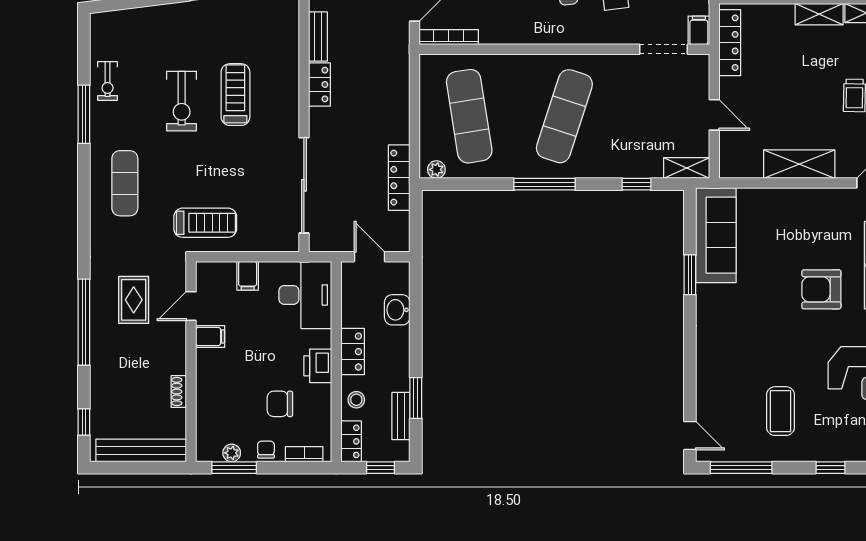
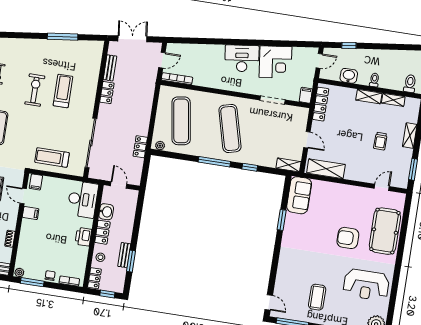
doorway: (664, 49) -> (273, 100), moved
exercise bike: (182, 101) -> (35, 90), turned 180
exercise mat: (564, 116) -> (230, 128), turned -33
shelving: (799, 164) -> (326, 169), moved
locker: (399, 178) -> (140, 147), width x0.66
window: (636, 184) -> (250, 167), moved
treadmill: (205, 223) -> (52, 157), moved, turned 180
sofa: (716, 235) -> (299, 195), width x0.73
filing cabinet: (248, 276) -> (36, 182), moved
door: (191, 306) -> (23, 196), hinge flipped
washbasin: (397, 310) -> (106, 212), moved, turned 180
chair: (280, 404) -> (61, 253), removed
bench: (401, 416) -> (124, 255), moved
plant: (232, 453) -> (19, 273), moved

